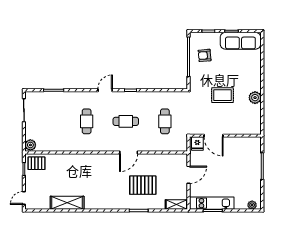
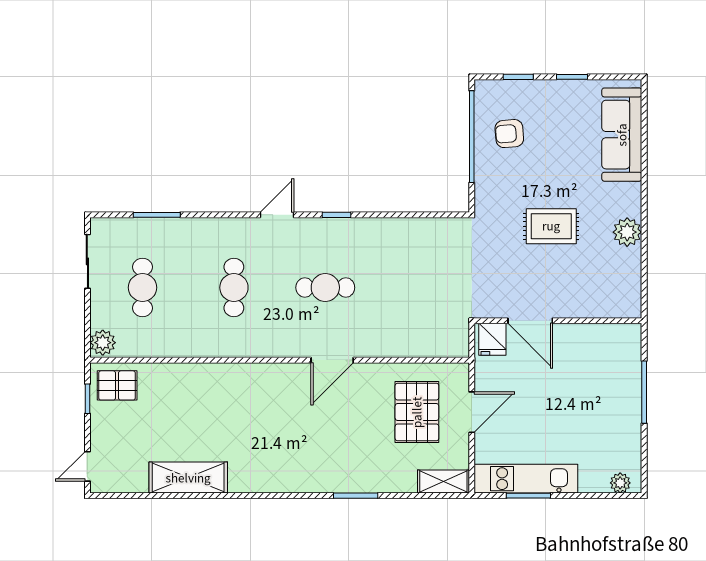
sofa: (240, 41) -> (622, 135), moved, turned 90
cafe table: (165, 121) -> (143, 288), moved
pallet: (143, 185) -> (417, 412), moved, turned 90

